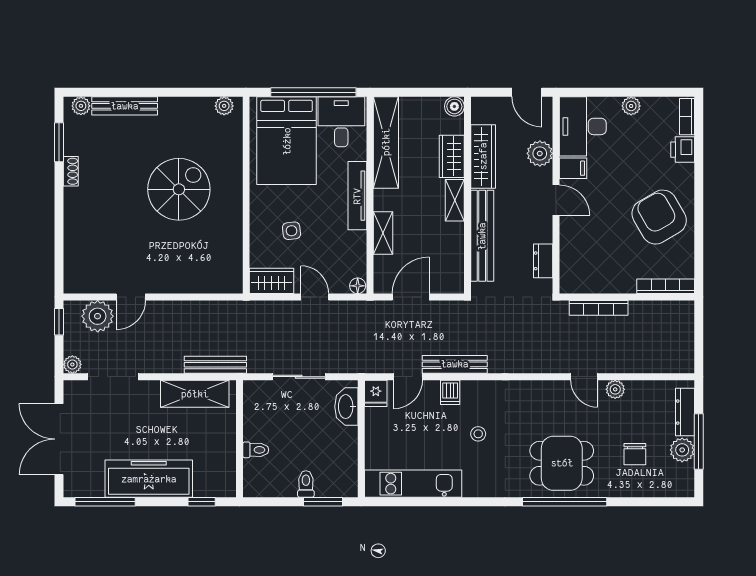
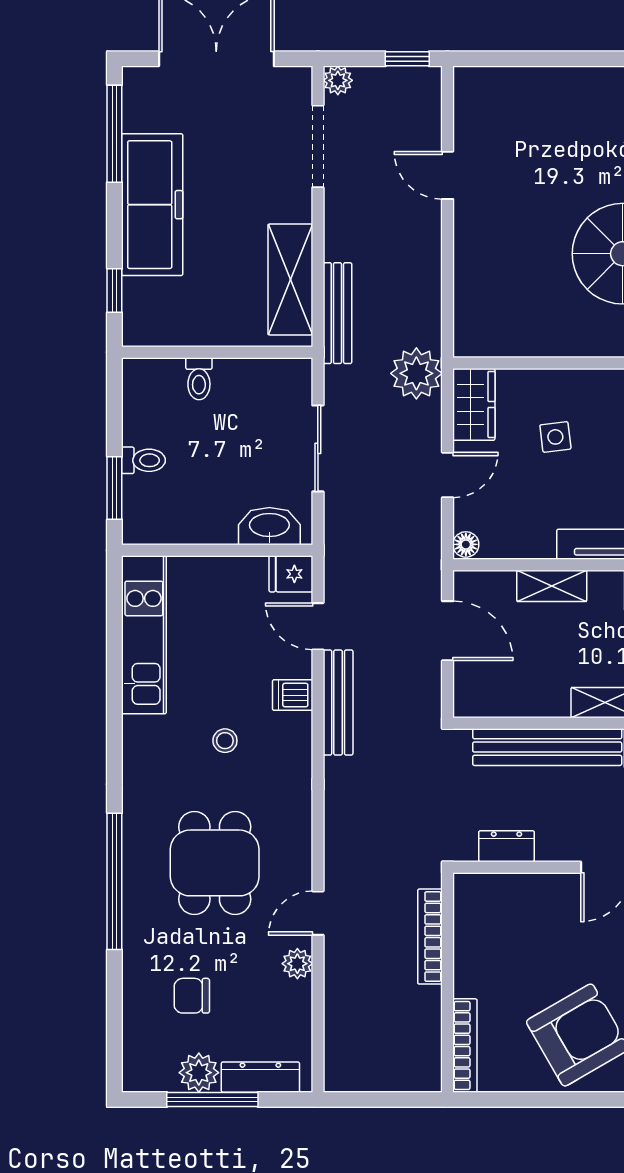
plant: (98, 316) -> (416, 373), moved
dining table: (562, 463) -> (215, 863), moved

